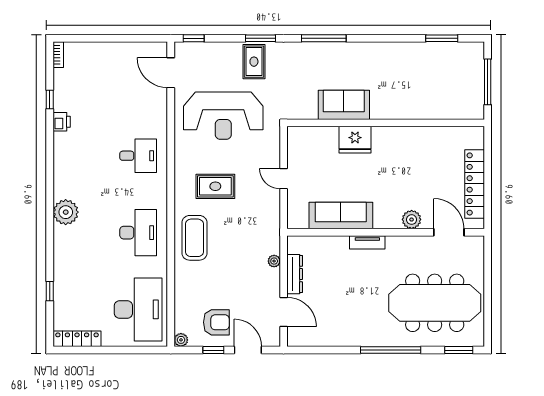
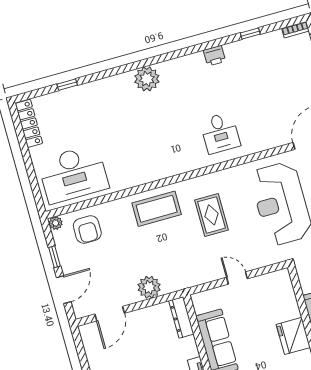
printer: (62, 122) -> (214, 56), moved
door: (284, 179) -> (237, 278), hinge flipped
desk: (138, 233) -> (147, 153), removed
plant: (274, 261) -> (149, 287), width x1.88, depth x1.88
dresser: (295, 274) -> (181, 317), moved, turned 90
armchair: (216, 322) -> (87, 229), moved

